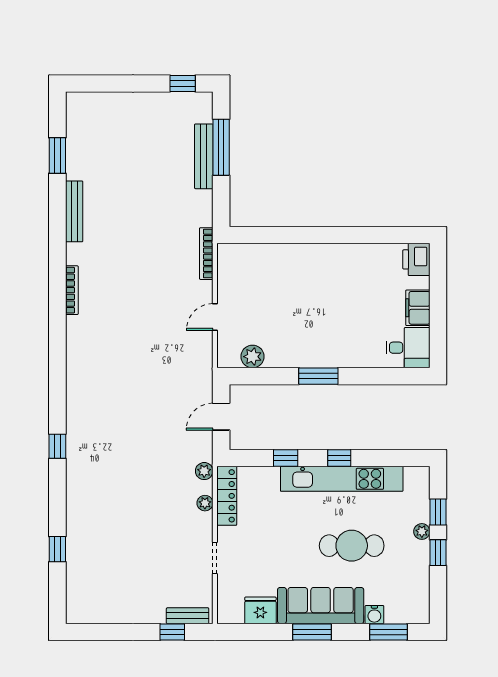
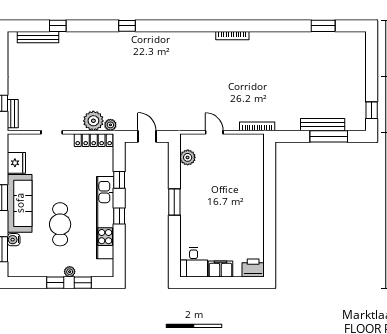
bench: (74, 211) -> (38, 37), moved
plant: (205, 503) -> (93, 121), width x1.88, depth x1.88

